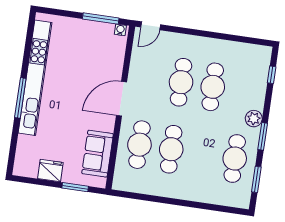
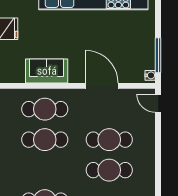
door: (121, 99) -> (102, 86), moved
sofa: (98, 154) -> (47, 71), moved

